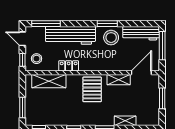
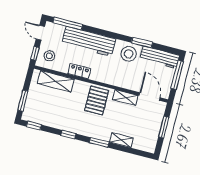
window: (107, 24) -> (142, 43), moved
door: (141, 73) -> (150, 97), hinge flipped

